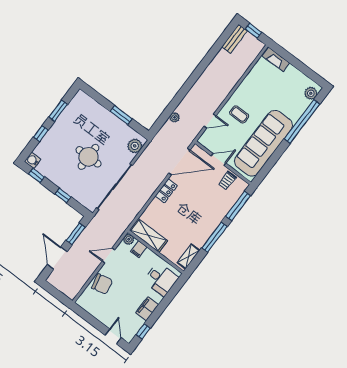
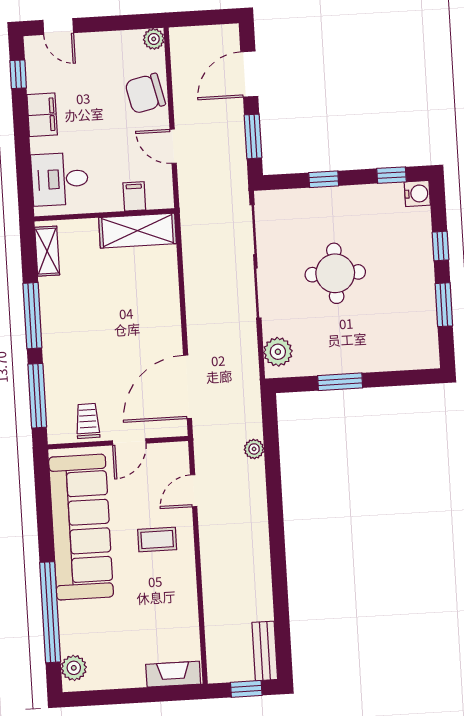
locker: (166, 191) -> (169, 324), removed
plant: (129, 239) -> (154, 39), moved
door: (108, 256) -> (173, 146), swing flipped
door: (57, 258) -> (249, 74), swing flipped

